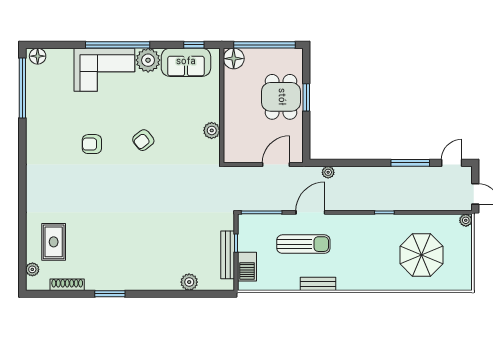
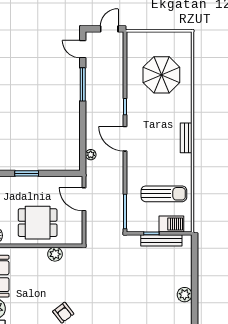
dining table: (281, 97) -> (38, 223), moved
door: (310, 212) -> (125, 139), moved
plant: (466, 220) -> (132, 37), removed
sun lounger: (303, 244) -> (164, 194), moved, turned 90
plant: (189, 282) -> (185, 295), moved
bench: (318, 284) -> (186, 138), moved

